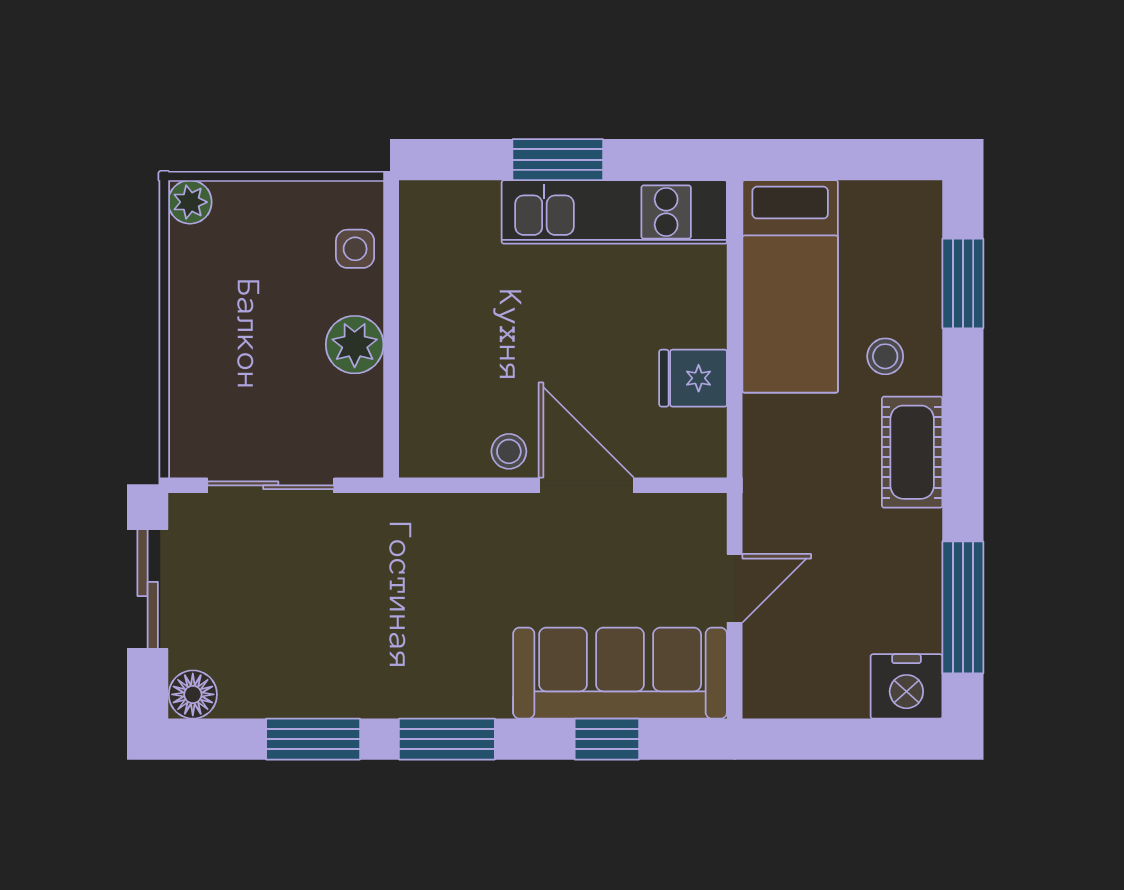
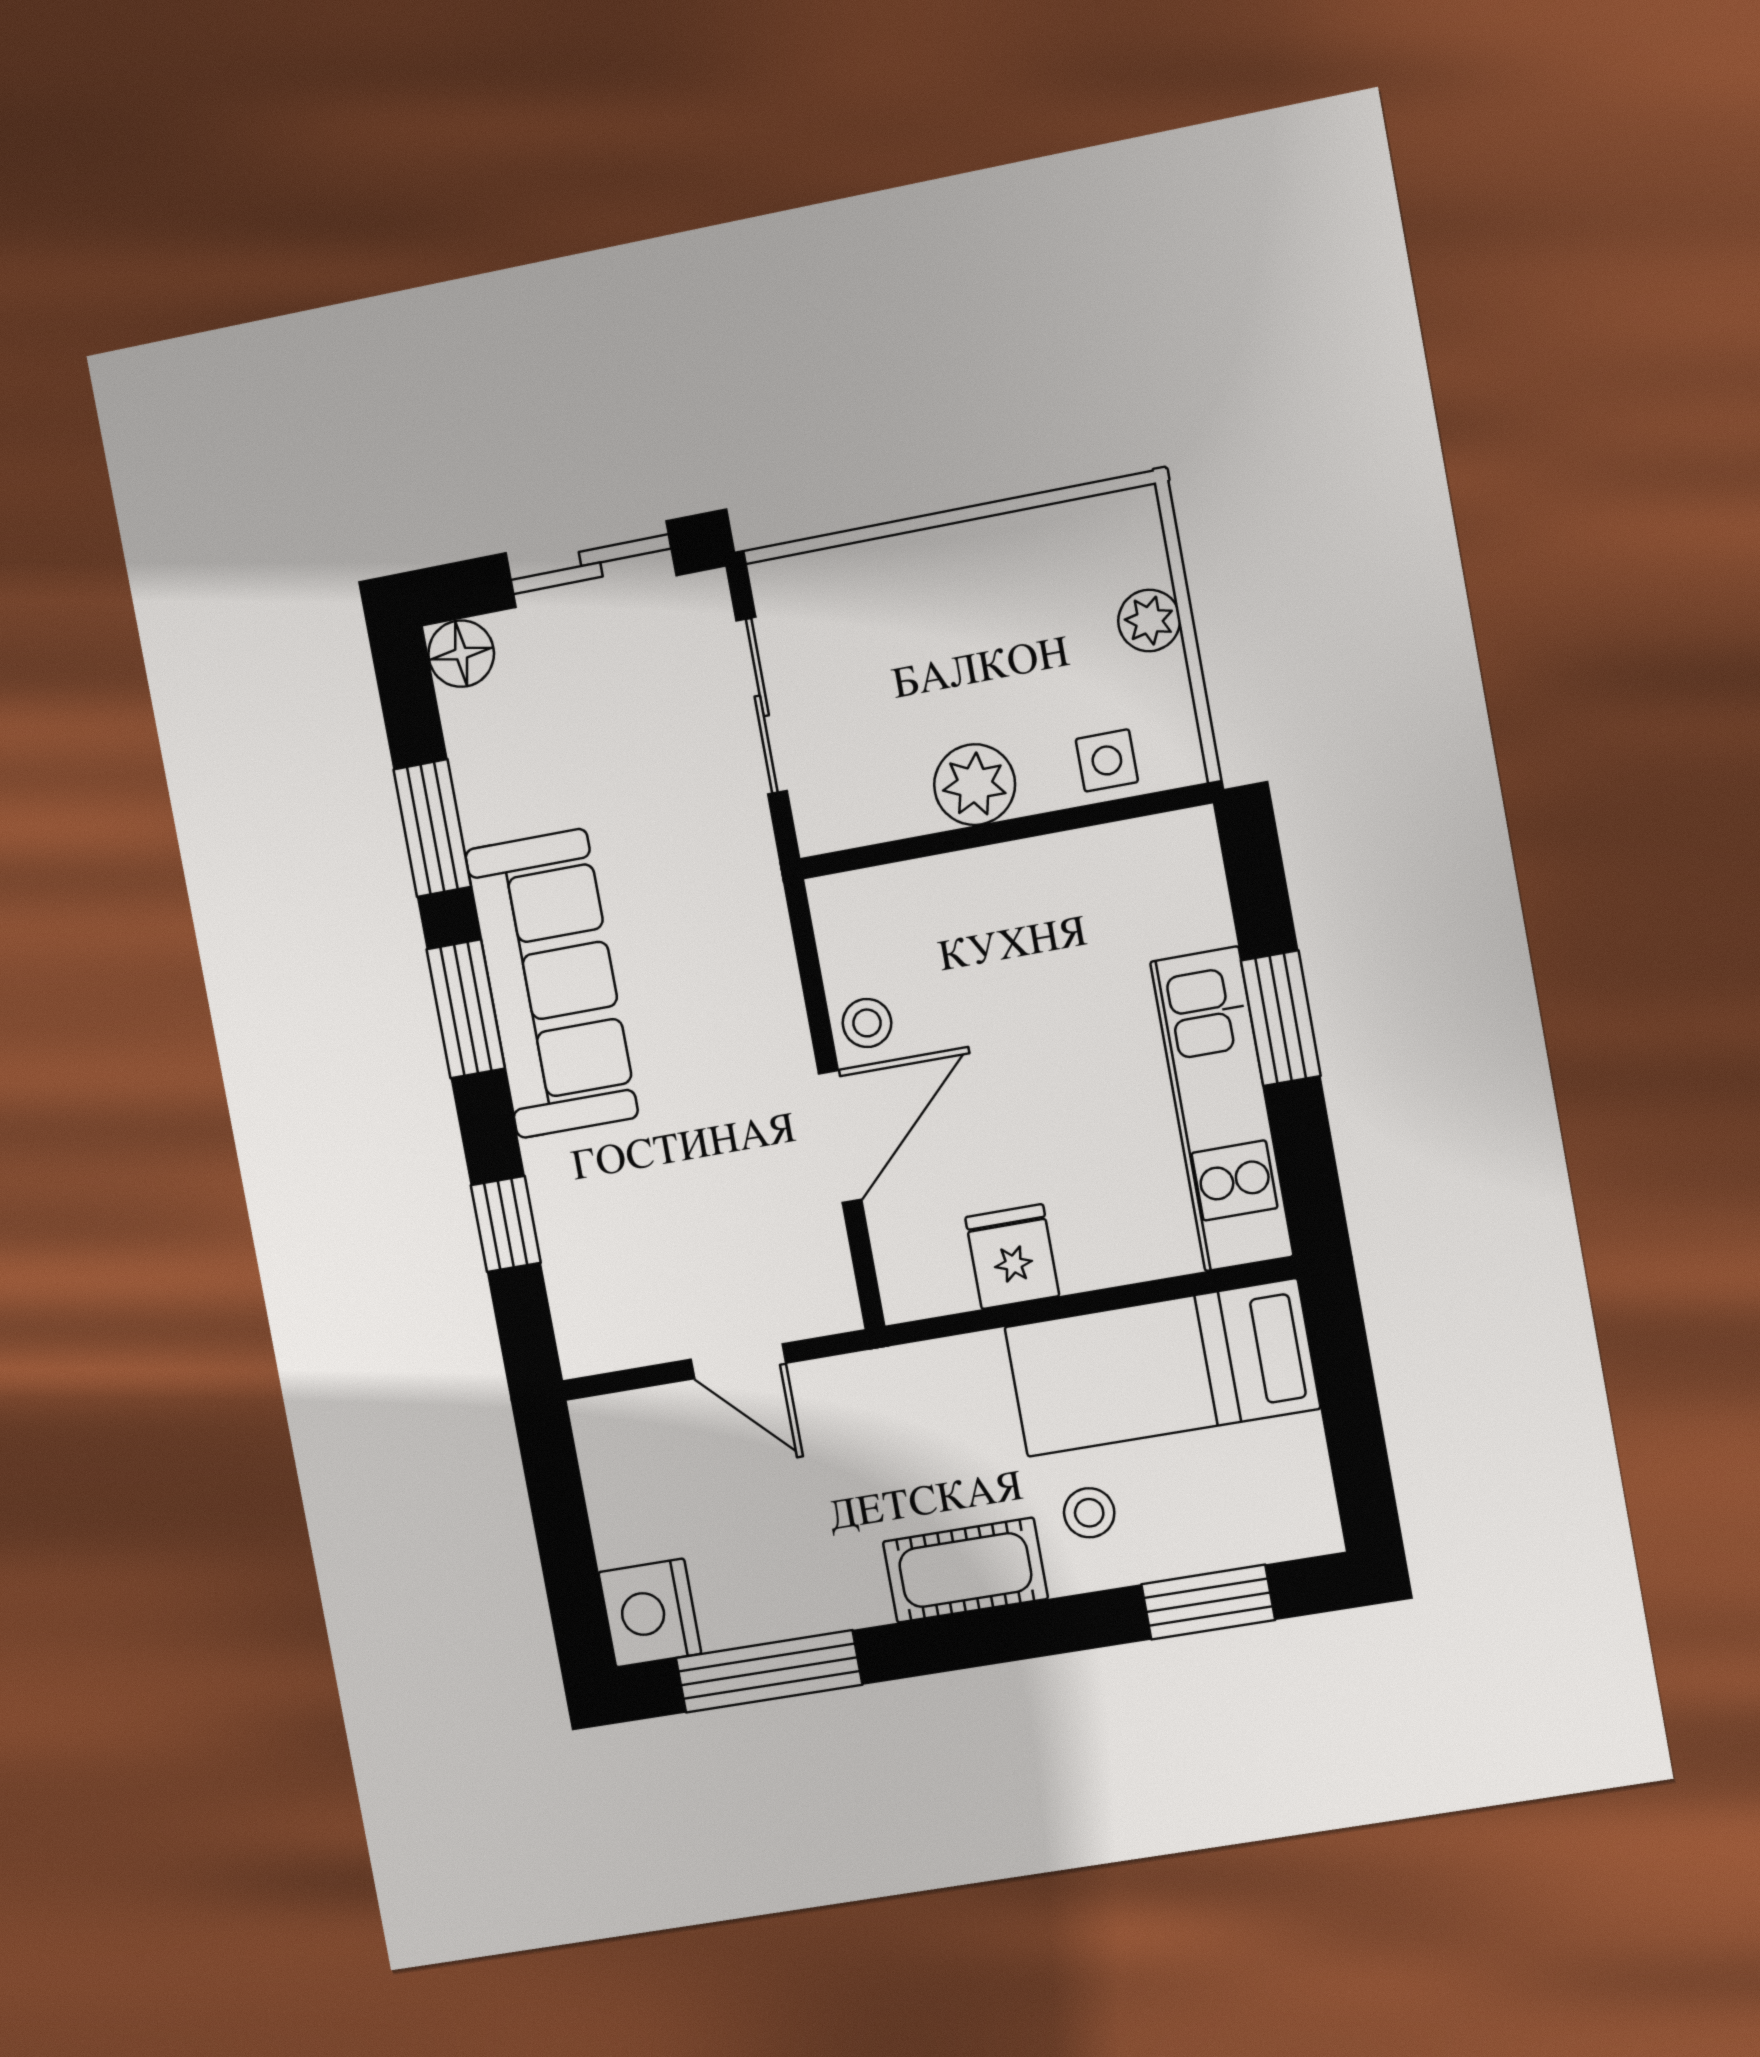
plant: (190, 202) -> (1149, 620), moved
sofa: (620, 673) -> (552, 984), moved

